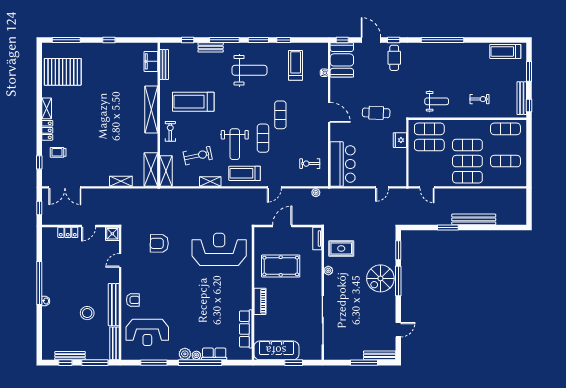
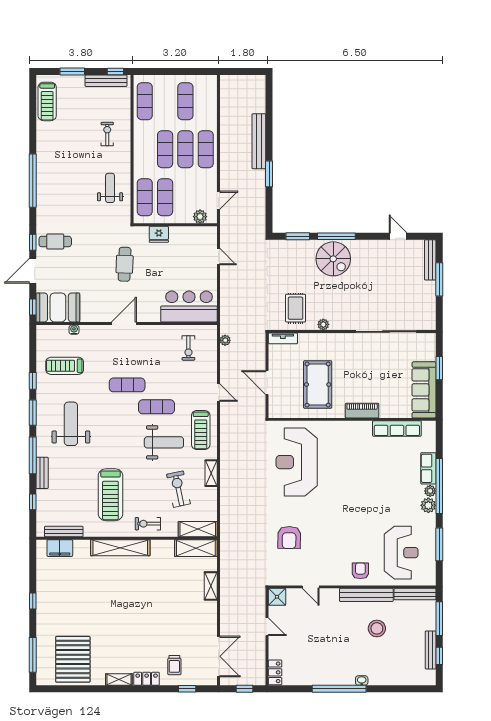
plant: (414, 173) -> (200, 217), added
locker: (68, 232) -> (275, 672), moved

